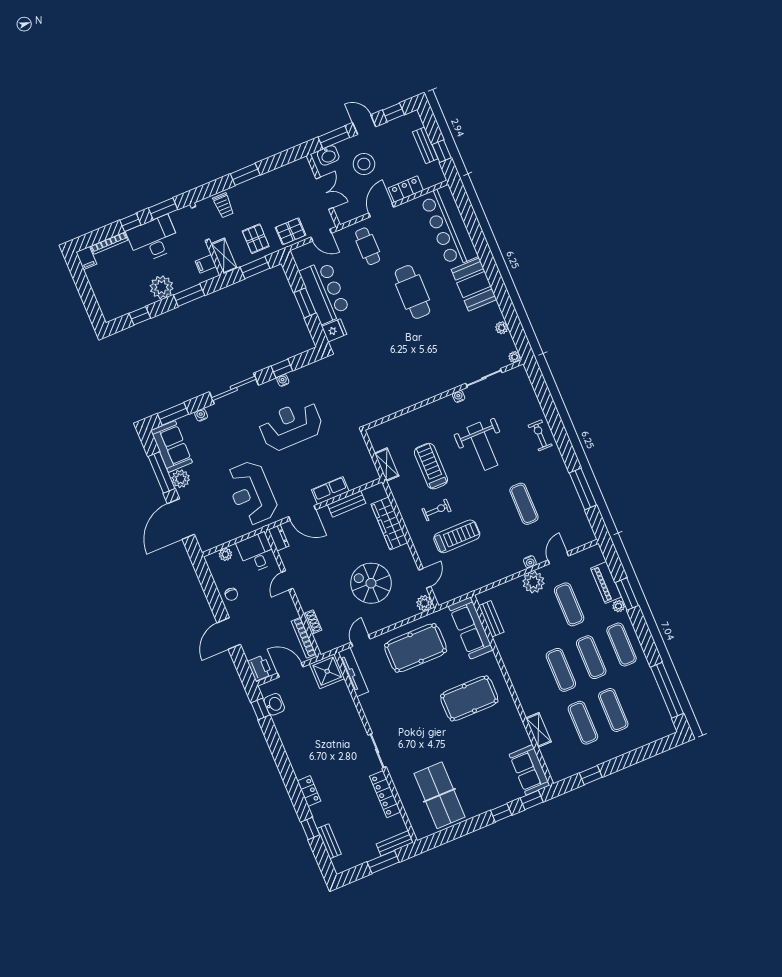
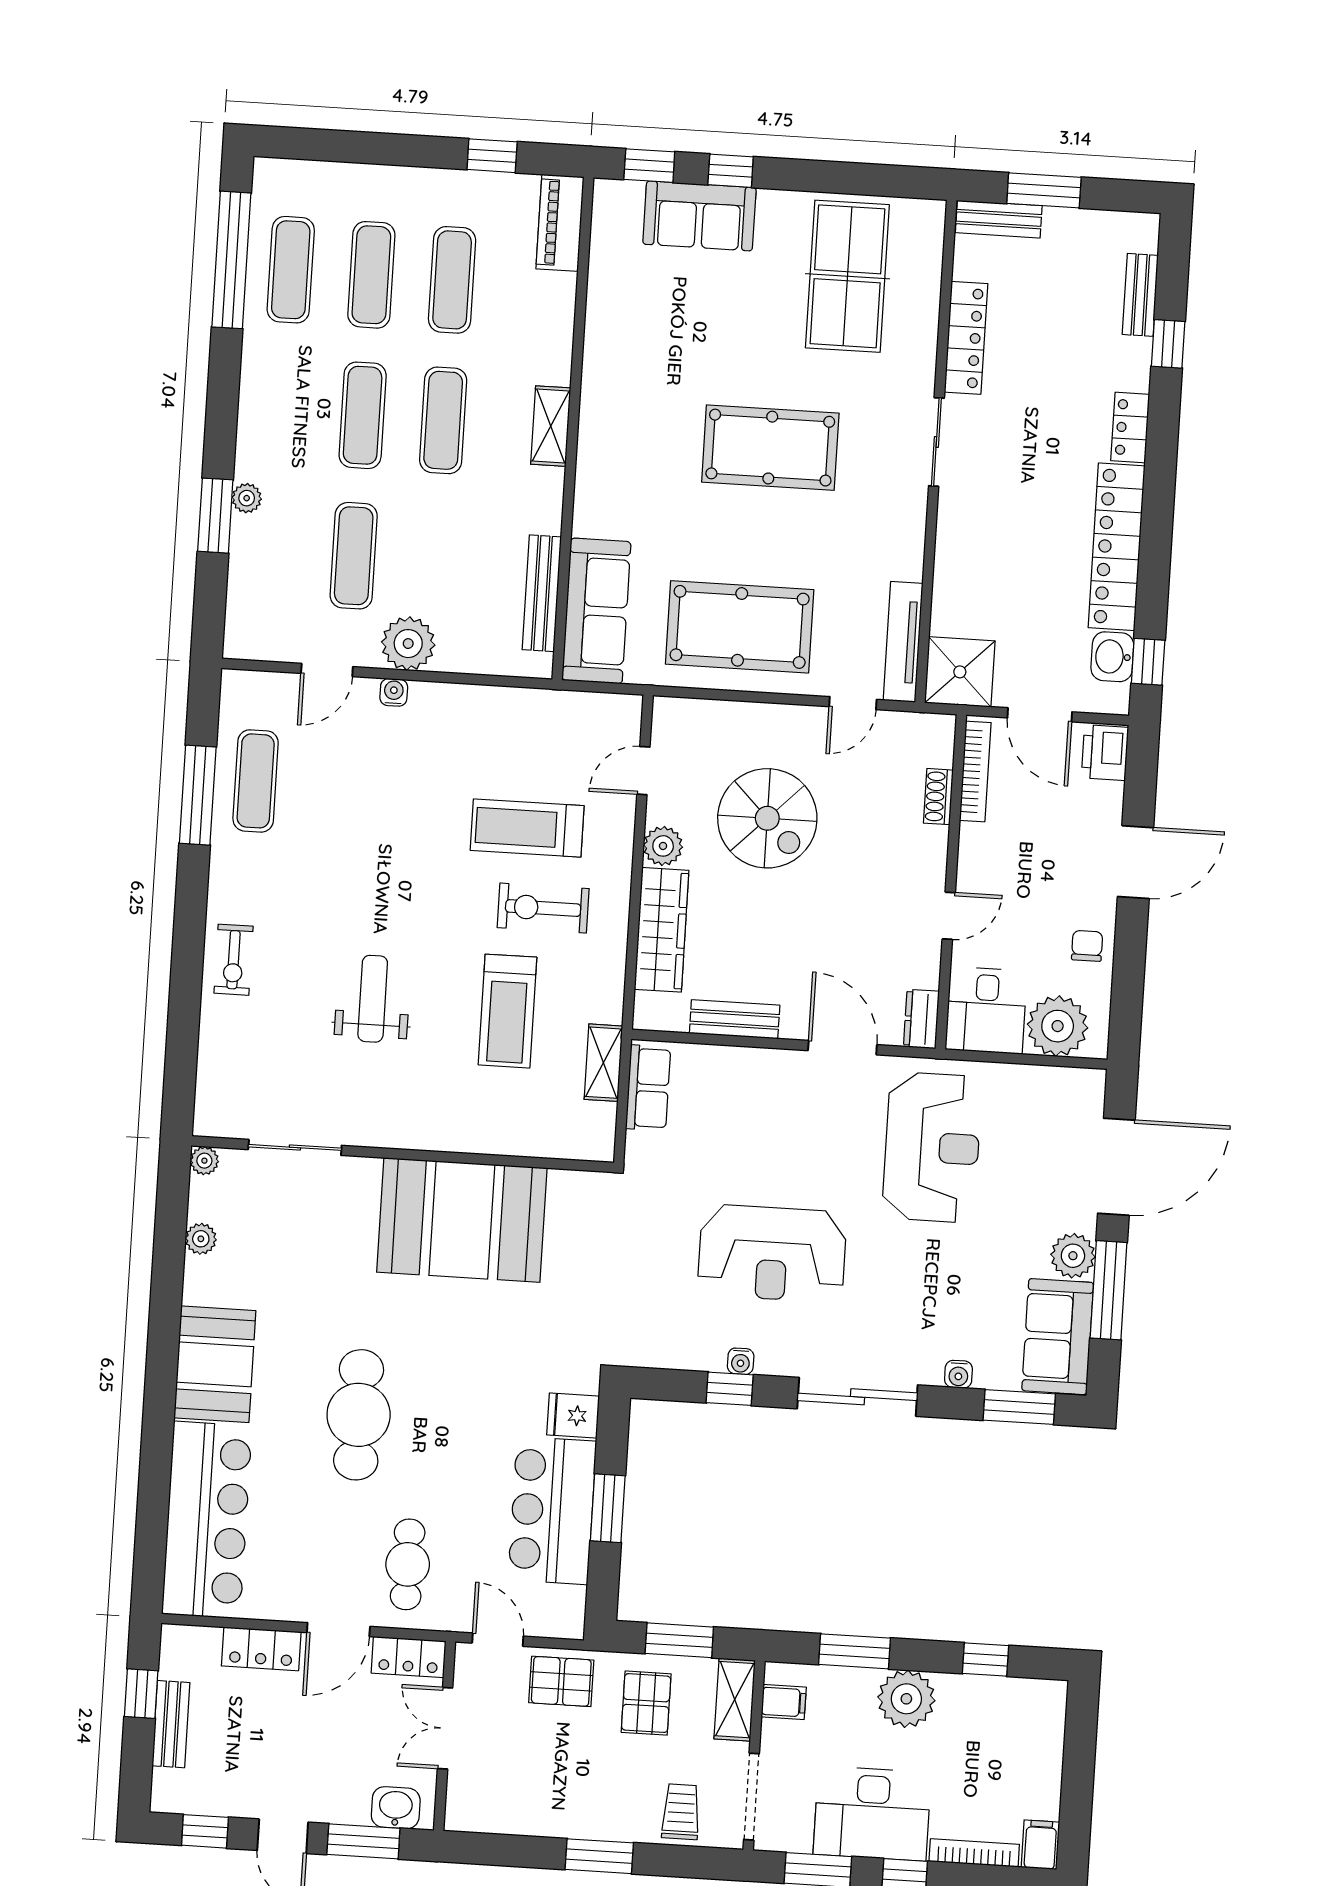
stool: (364, 164) -> (326, 1750), removed
locker: (351, 213) -> (409, 1657), added
booth: (410, 382) -> (462, 1220), added
water cooler: (459, 396) -> (371, 1134), removed
weight bench: (482, 446) -> (373, 999), width x0.73, depth x0.75
row of seats: (330, 490) -> (648, 1088), moved, turned -90
exercise mat: (524, 504) -> (256, 781), moved
exercise bike: (437, 510) -> (543, 908), width x1.38, depth x1.39
plant: (225, 554) -> (1058, 1026), width x1.88, depth x1.88
piano: (606, 583) -> (560, 223), moved, turned 180
plant: (424, 603) -> (663, 846), moved
bench: (491, 619) -> (542, 593), width x1.36
exercise mat: (622, 645) -> (291, 270), moved
pool table: (469, 698) -> (770, 448), moved
shelving: (538, 730) -> (551, 426), moved
locker: (293, 745) -> (1117, 547), added
sofa: (529, 770) -> (699, 216), moved, turned 90

